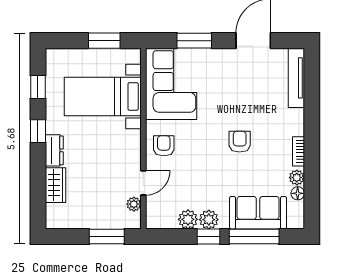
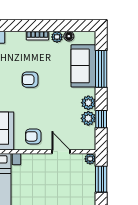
plant: (134, 204) -> (90, 159), moved
window: (208, 237) -> (101, 119), moved

